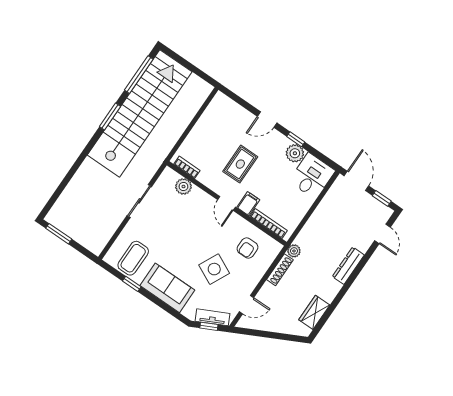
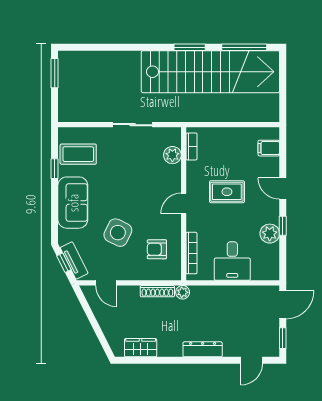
desk: (312, 176) -> (232, 261), moved, turned 90
filing cabinet: (248, 204) -> (269, 148), moved, turned 180

